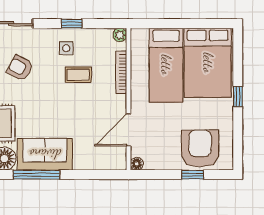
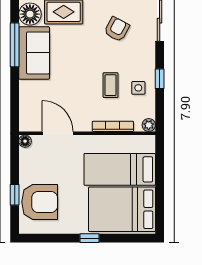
side table: (66, 48) -> (138, 88), moved

